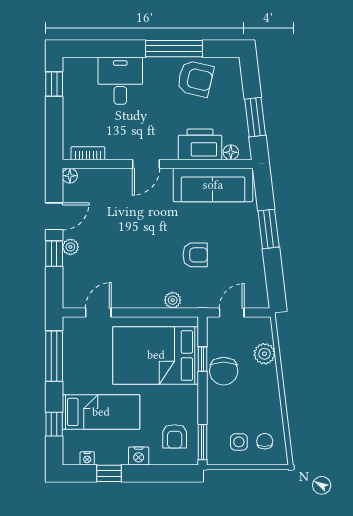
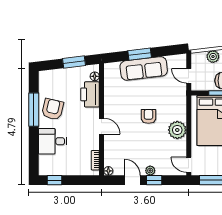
armchair: (195, 79) -> (53, 109), moved
sofa: (213, 185) -> (144, 68), moved, turned 83
armchair: (195, 255) -> (148, 116), moved
plant: (173, 300) -> (177, 130), moved, width x1.88, depth x1.88
door: (98, 312) -> (189, 165), moved

